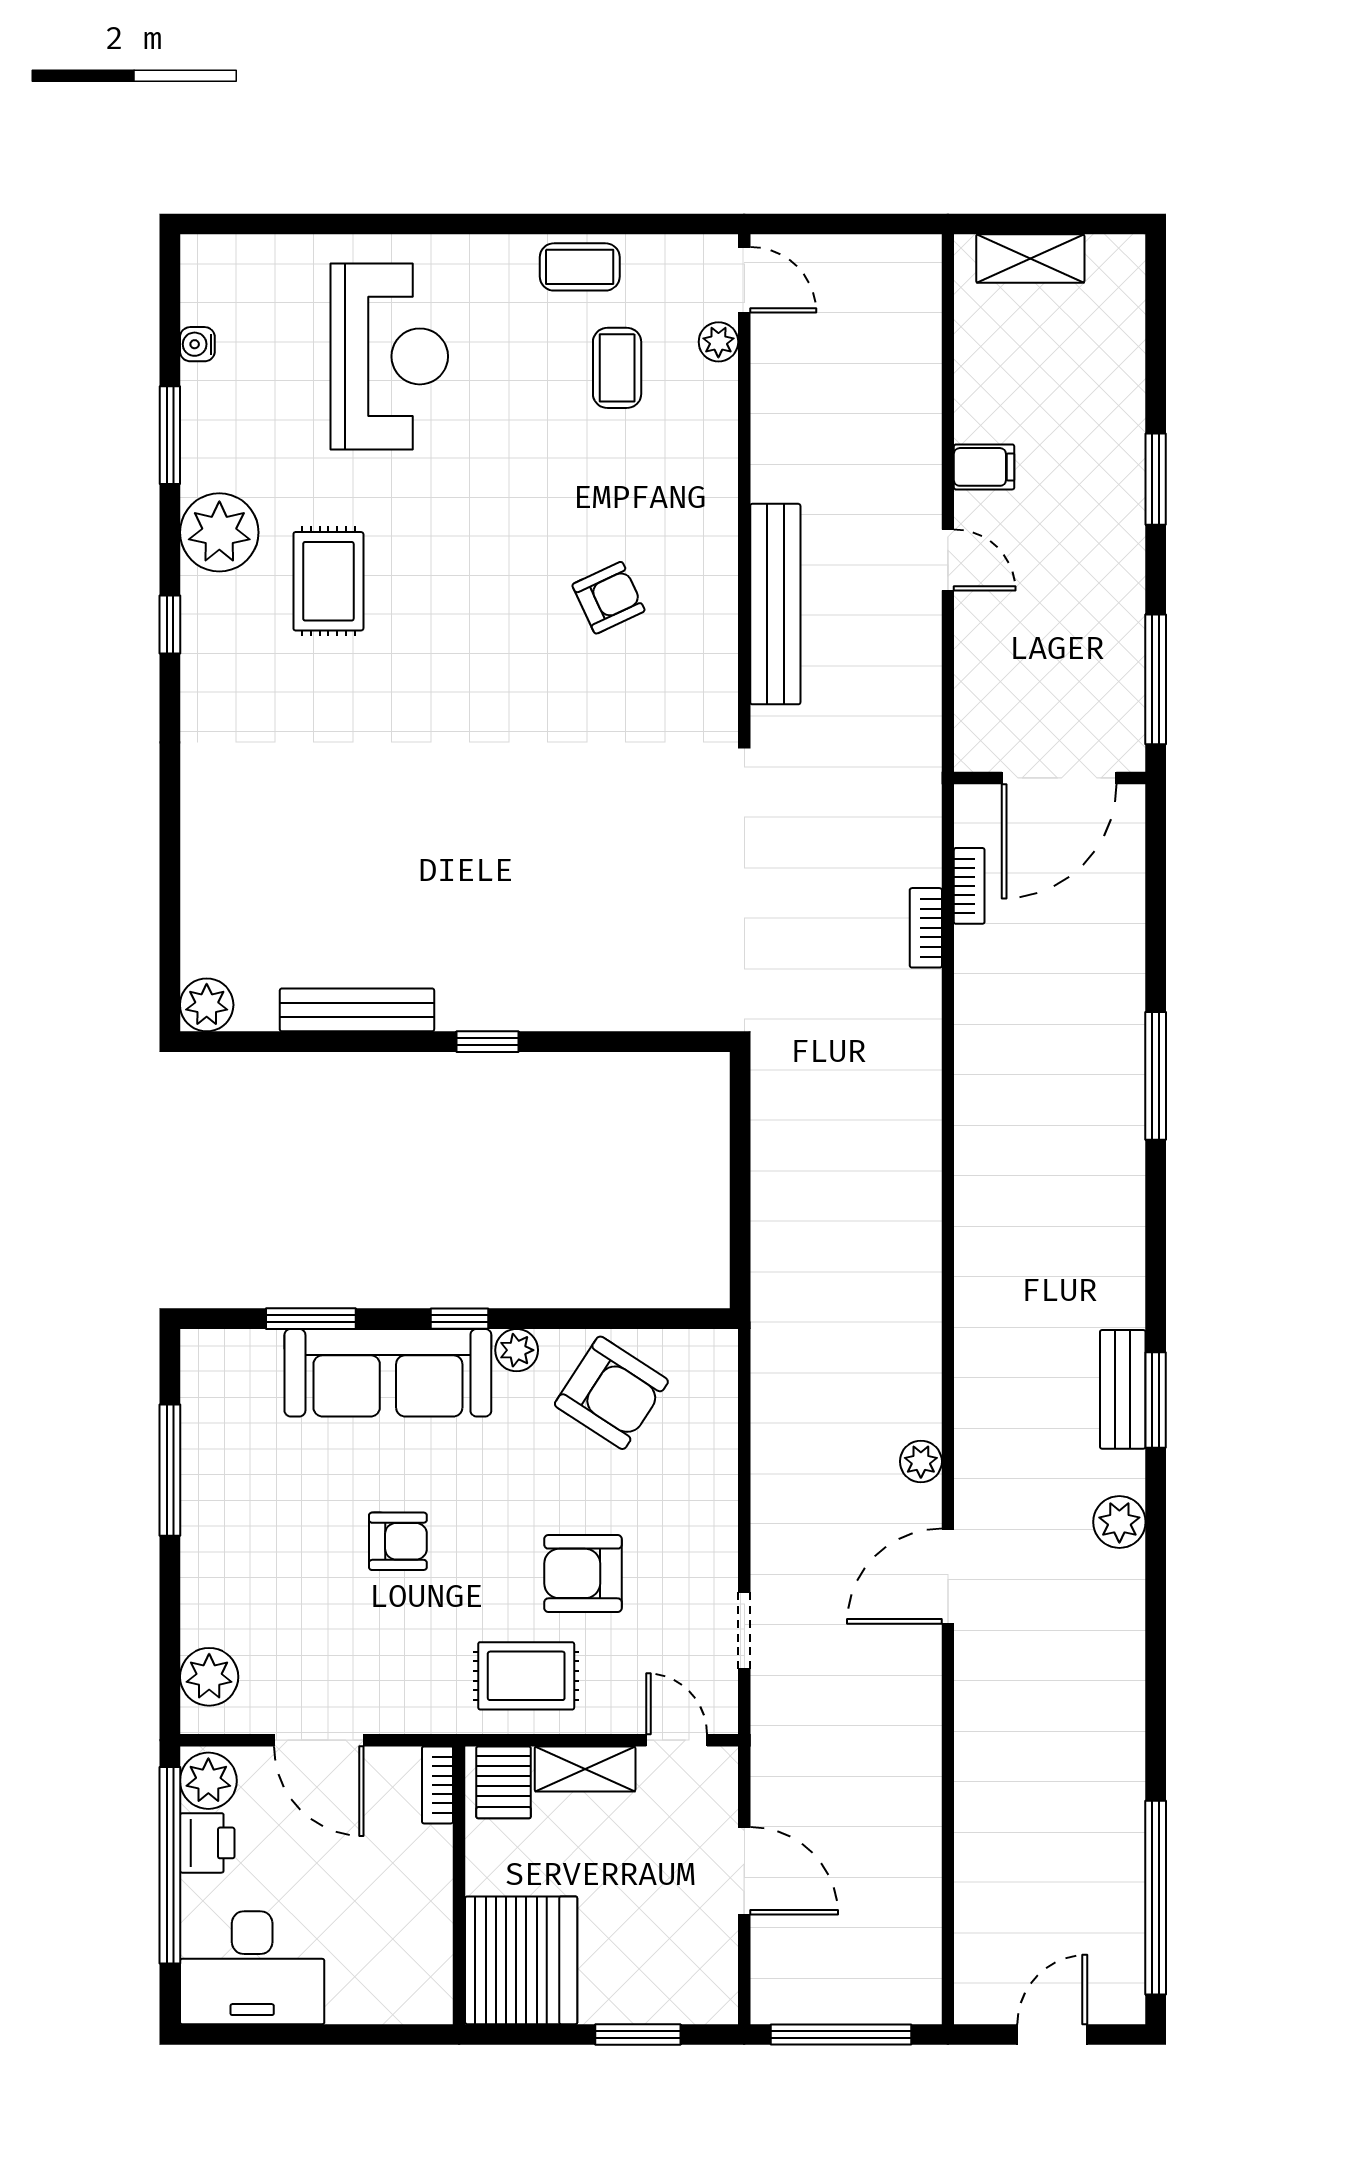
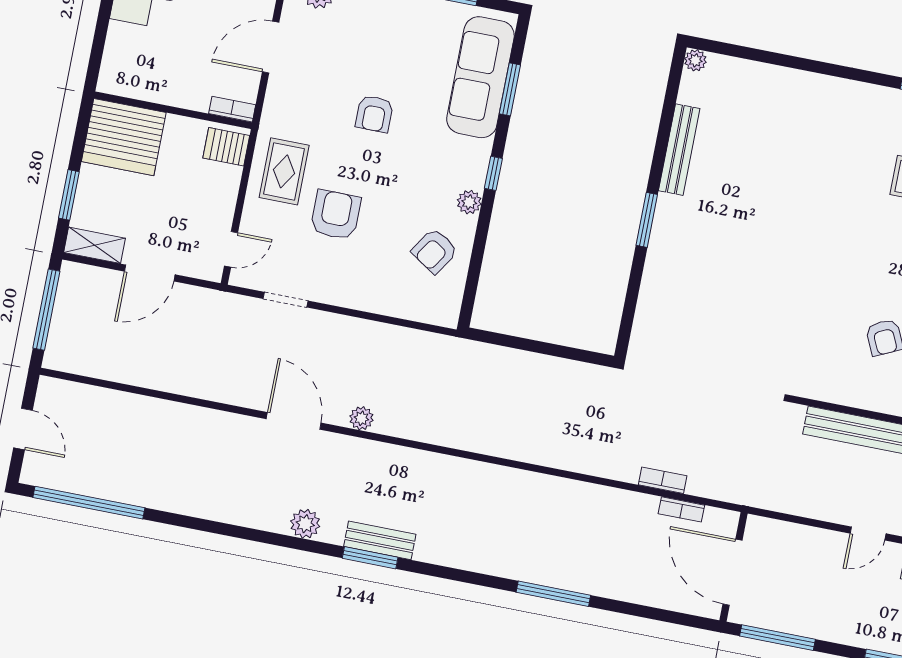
plant: (207, 1005) -> (695, 60), width x0.73, depth x0.73
window: (488, 1042) -> (647, 220), width x1.50
sofa: (388, 1373) -> (480, 77), moved
armchair: (611, 1393) -> (435, 251), width x0.72, depth x0.72
shelving: (585, 1769) -> (94, 245), moved, turned 90

